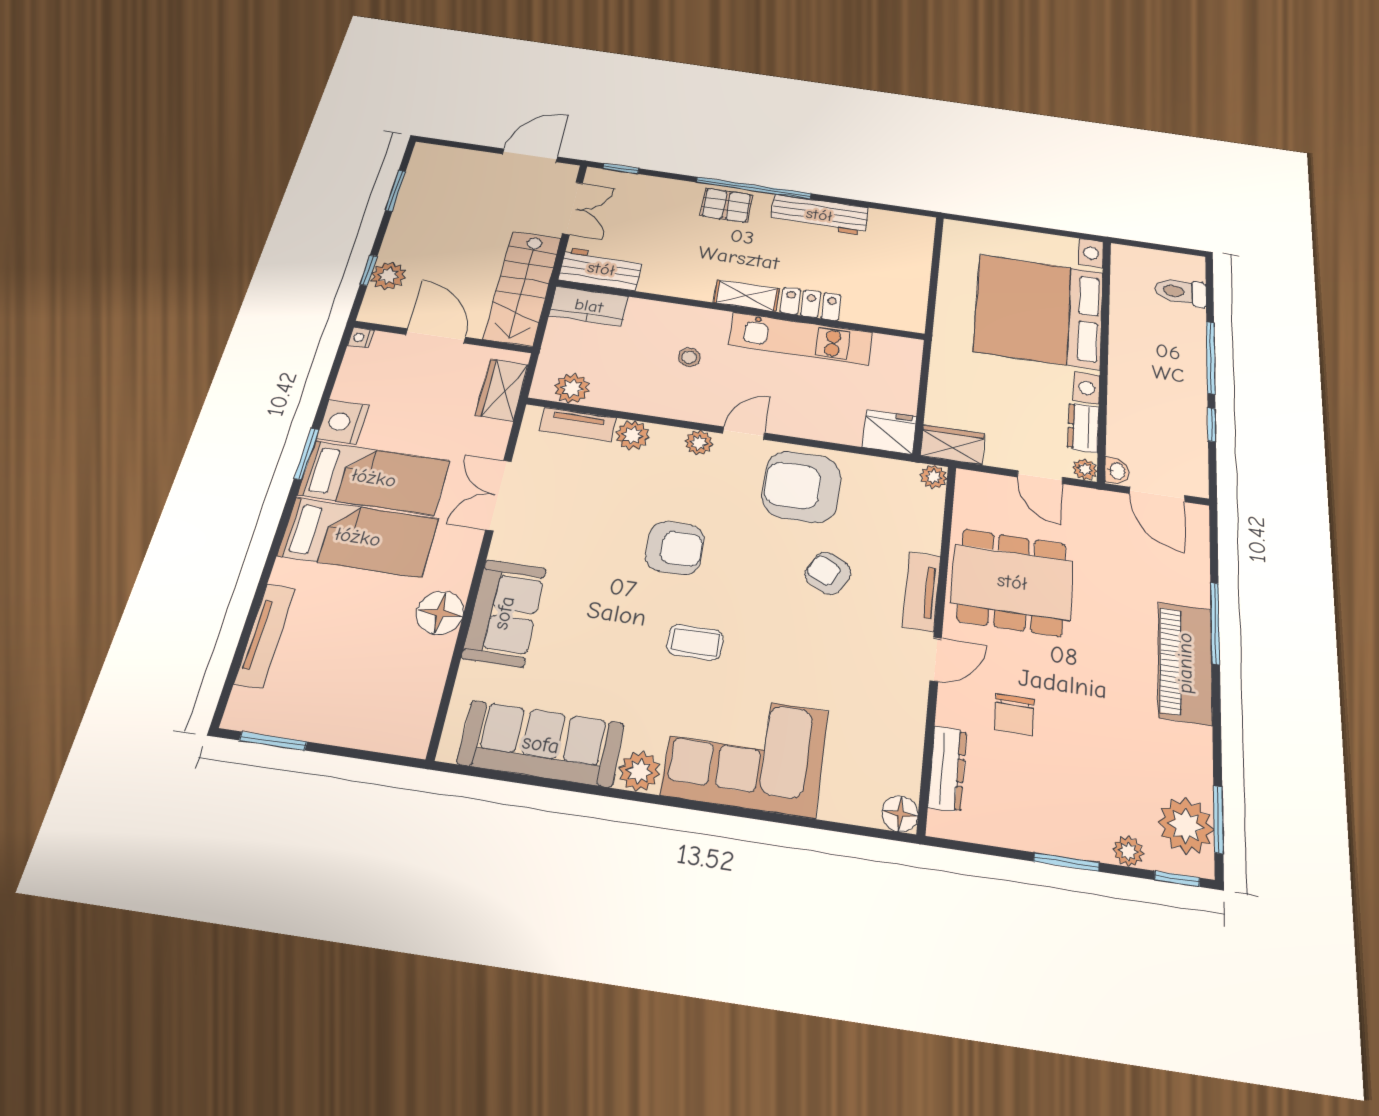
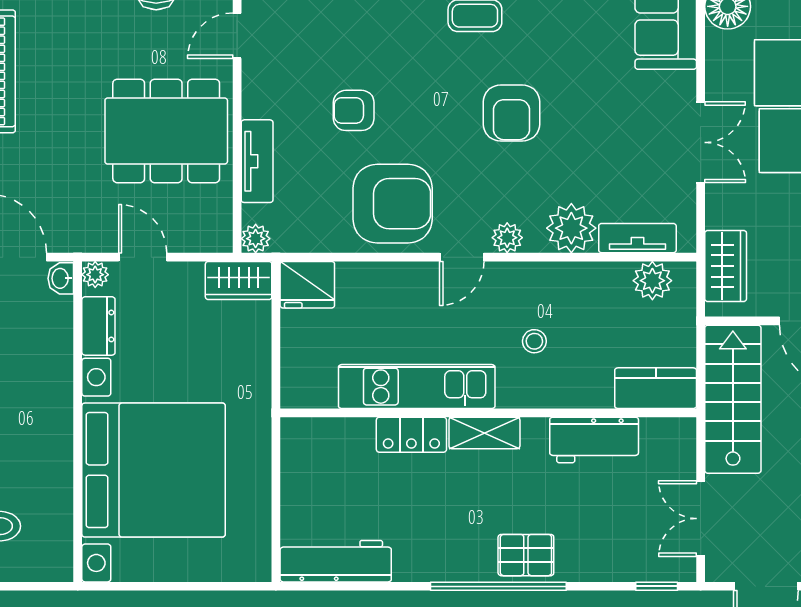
workbench: (819, 215) -> (336, 561), moved
workbench: (601, 269) -> (594, 440), moved
plant: (632, 435) -> (571, 228), width x1.36, depth x1.36
armchair: (675, 548) -> (511, 113), turned -90
armchair: (828, 573) -> (354, 110), turned 153
tv unit: (922, 592) -> (257, 161), moved

